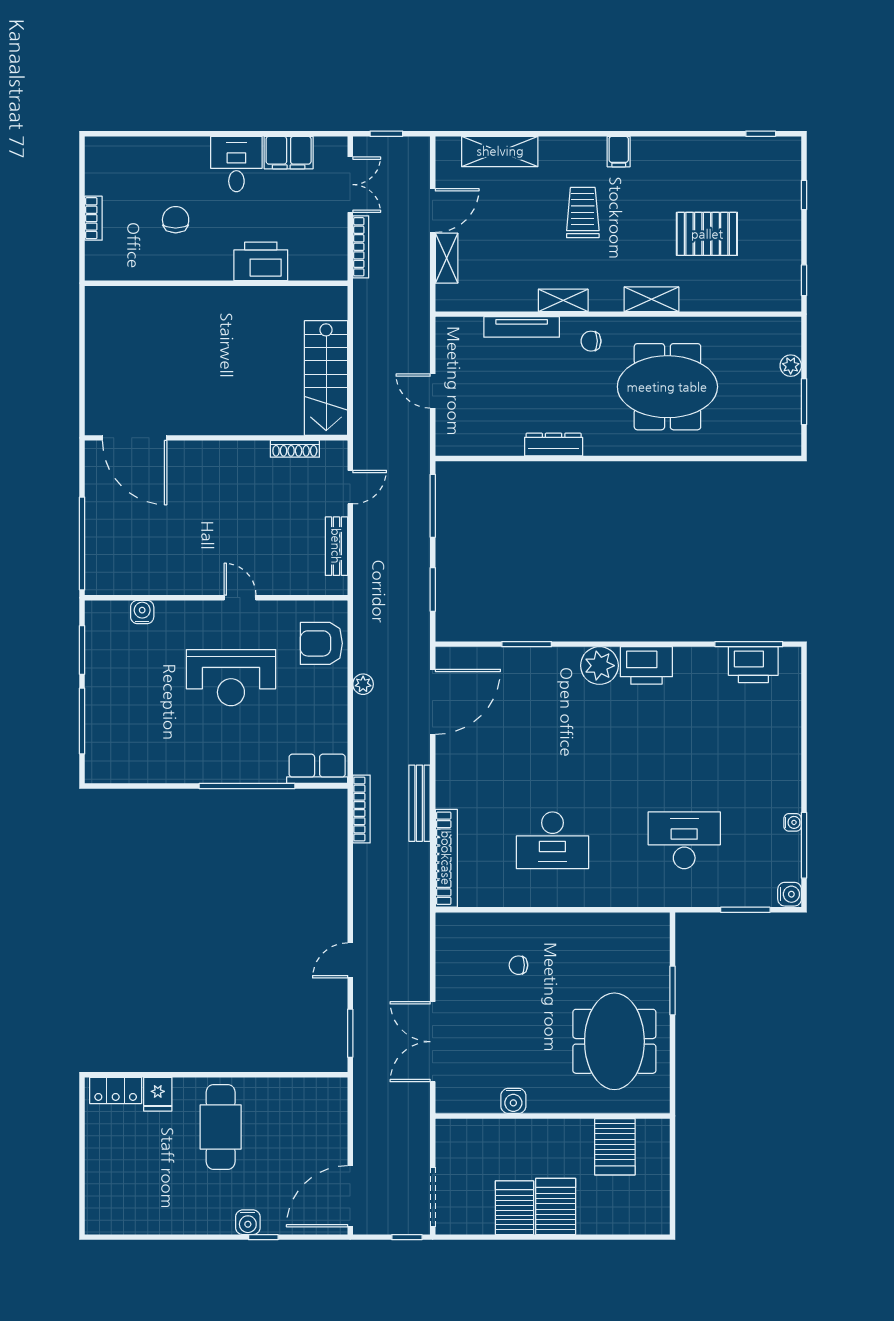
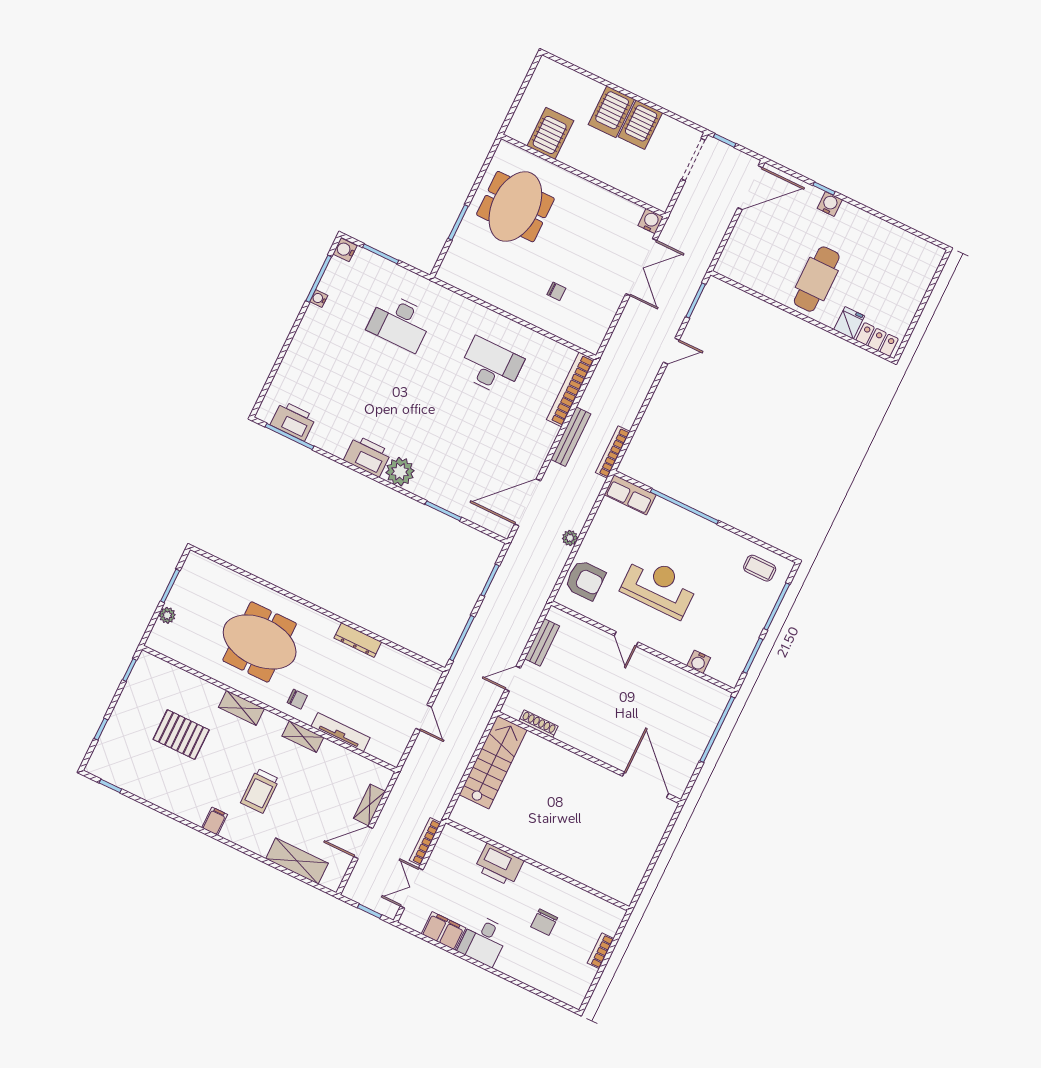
coffee table: (124, 756) -> (760, 568), added
water cooler: (513, 1101) -> (651, 221), moved

